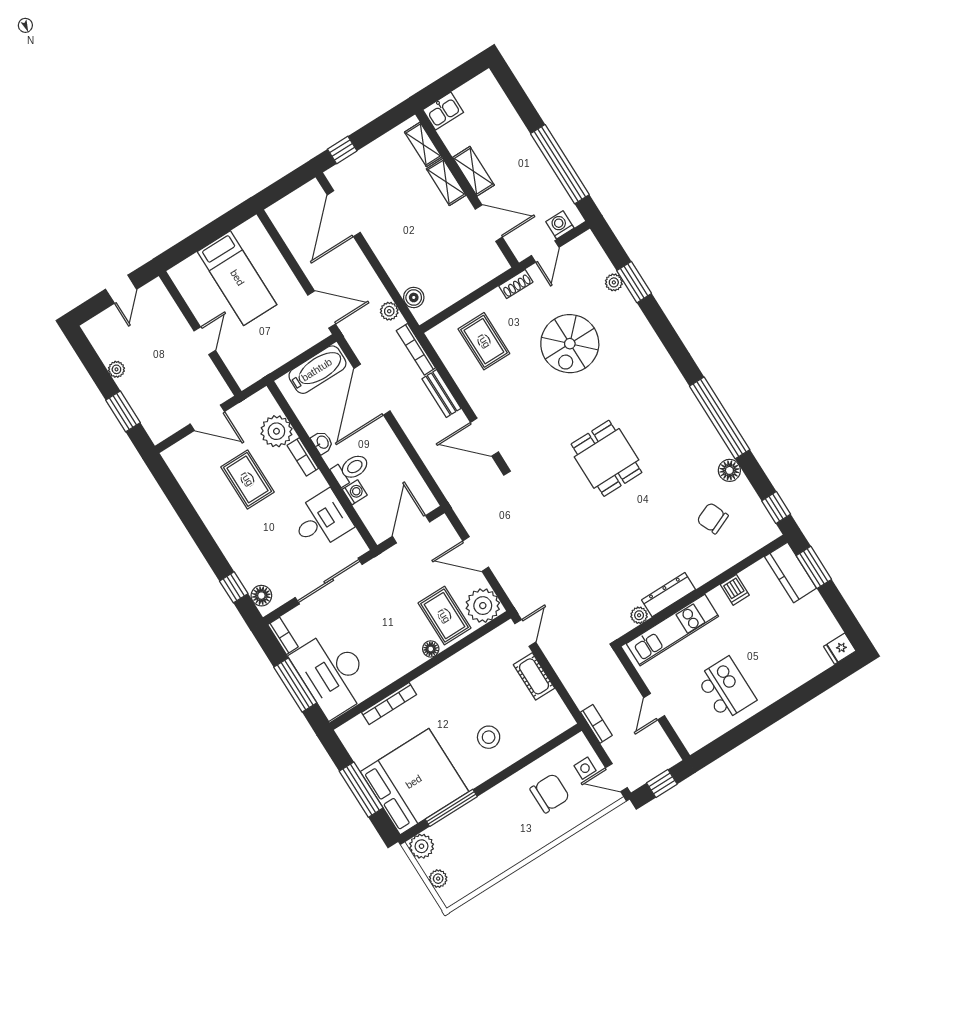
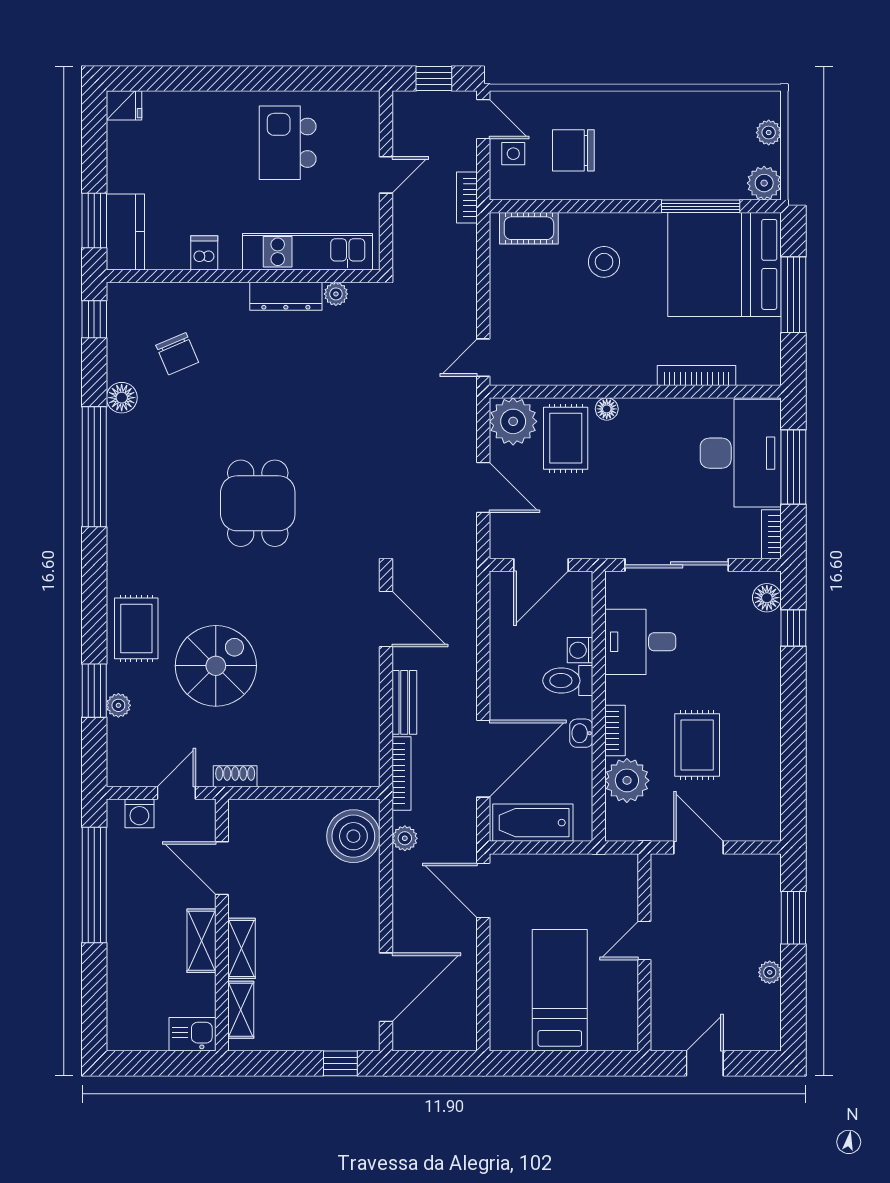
boiler: (414, 298) -> (353, 836), width x1.86, depth x1.86
rug: (484, 341) -> (136, 628), moved
cot: (534, 676) -> (529, 228), moved, turned 90

